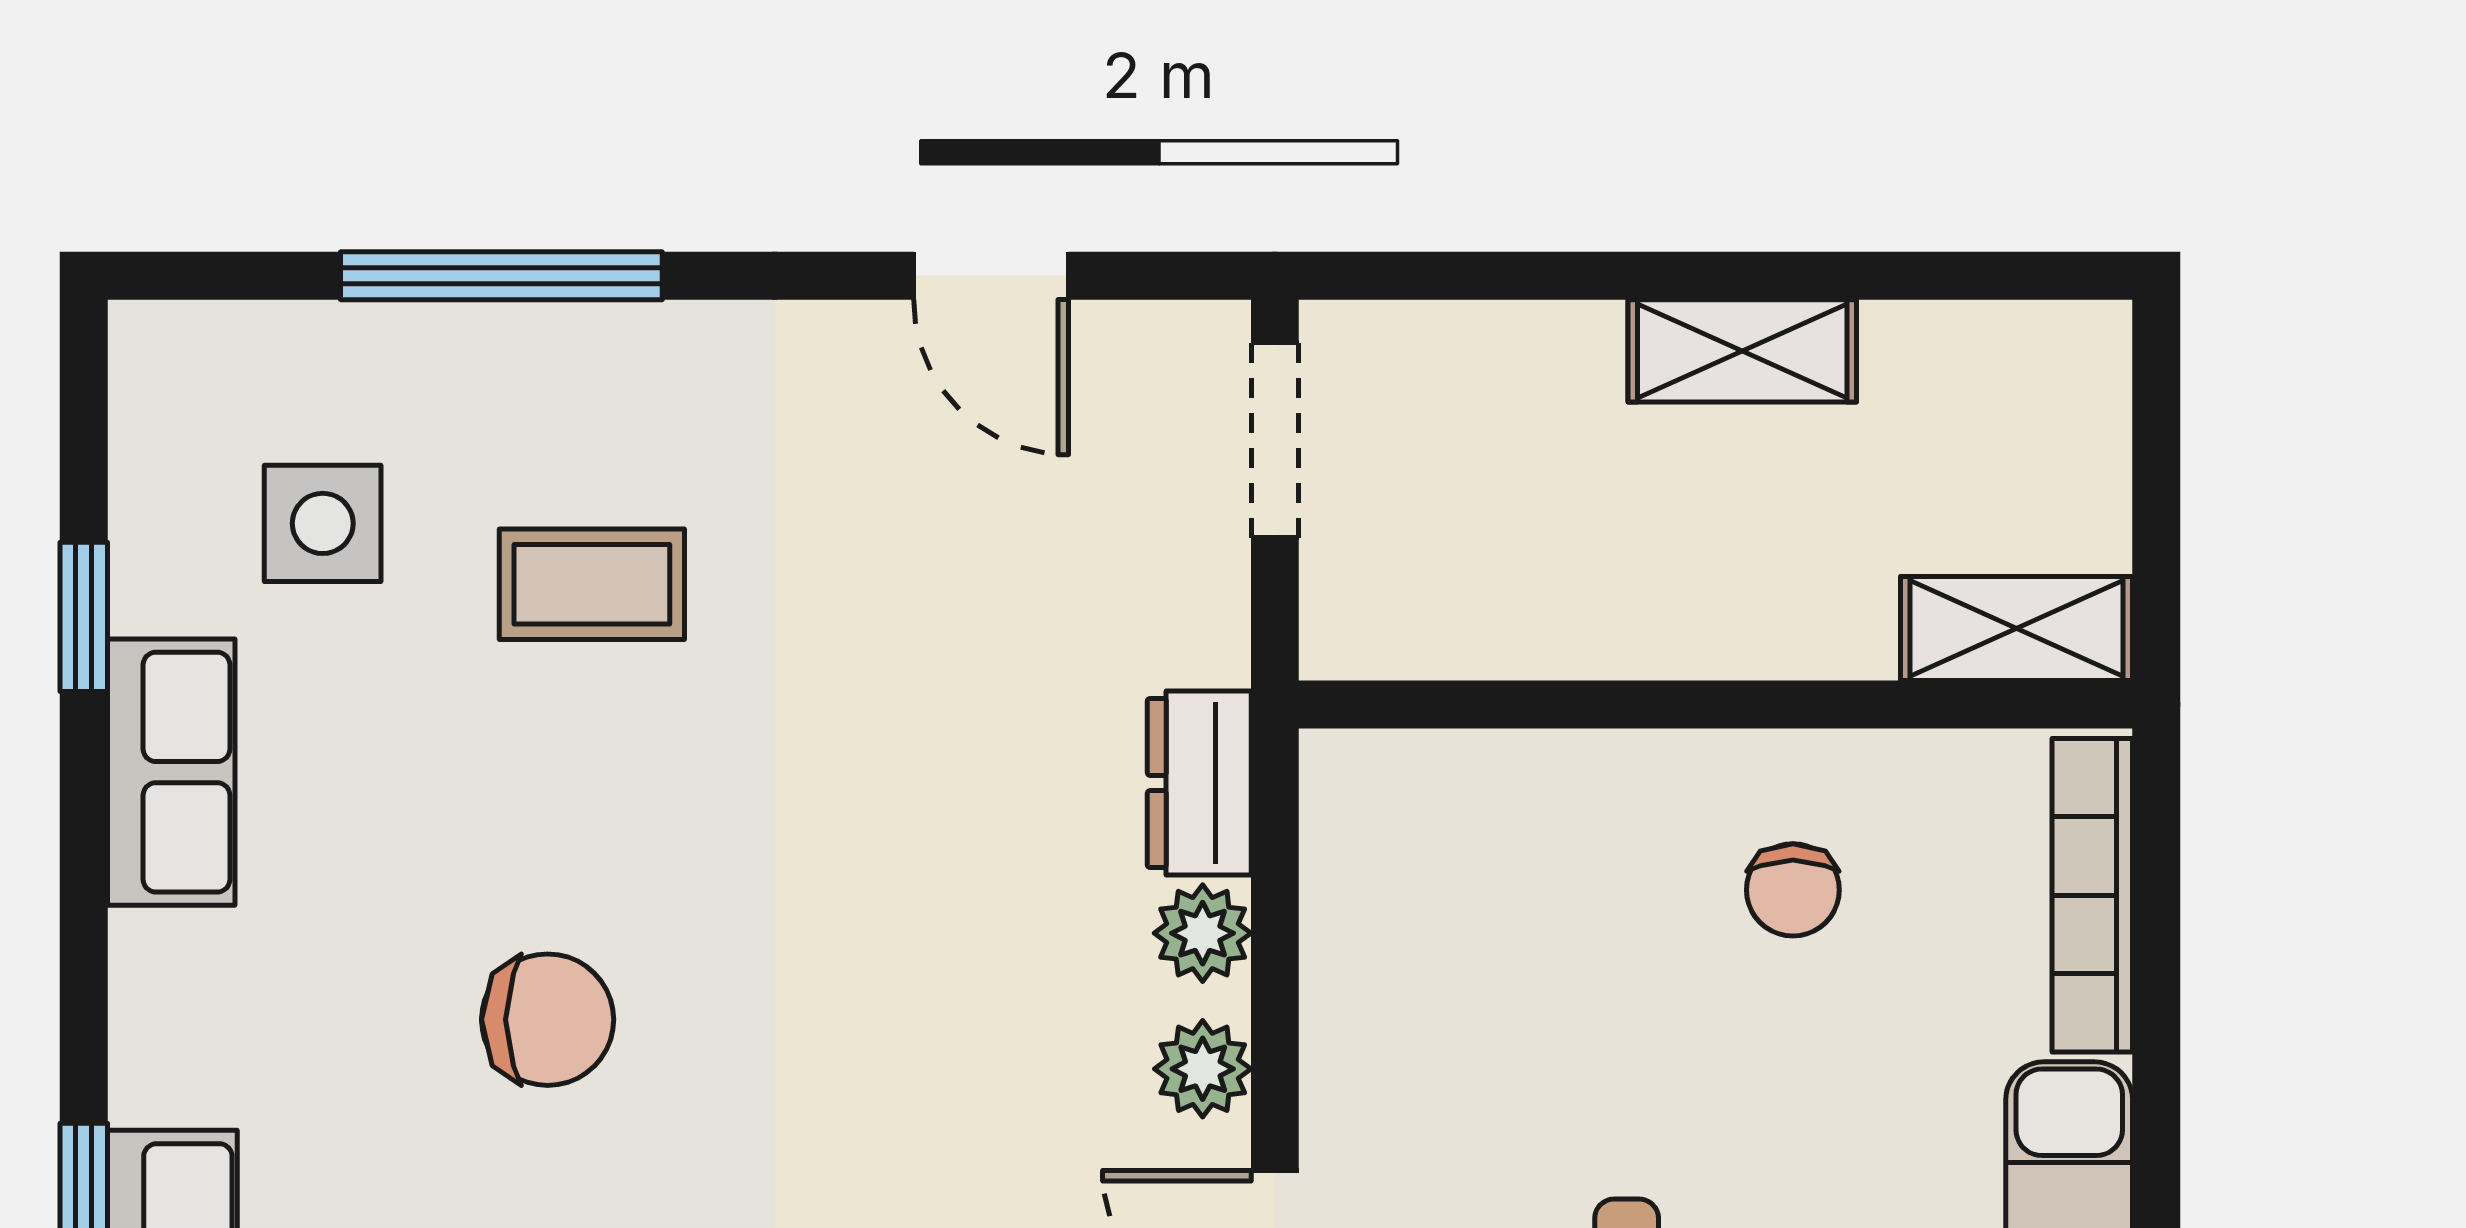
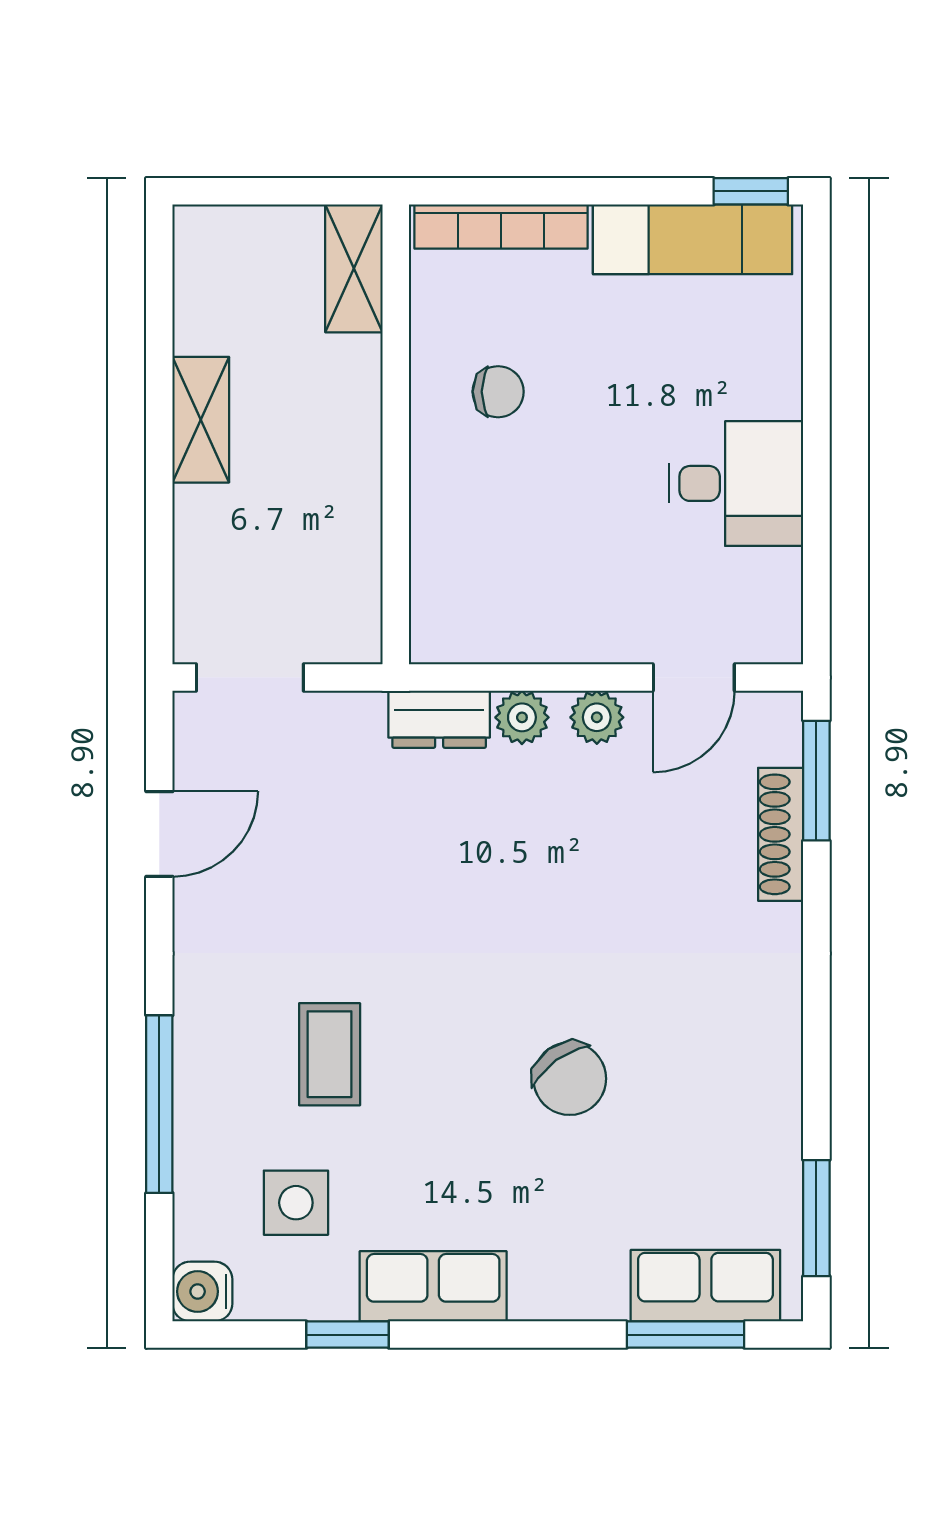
water cooler: (162, 354) -> (202, 1291), added
chair: (548, 1020) -> (570, 1079), turned 144

